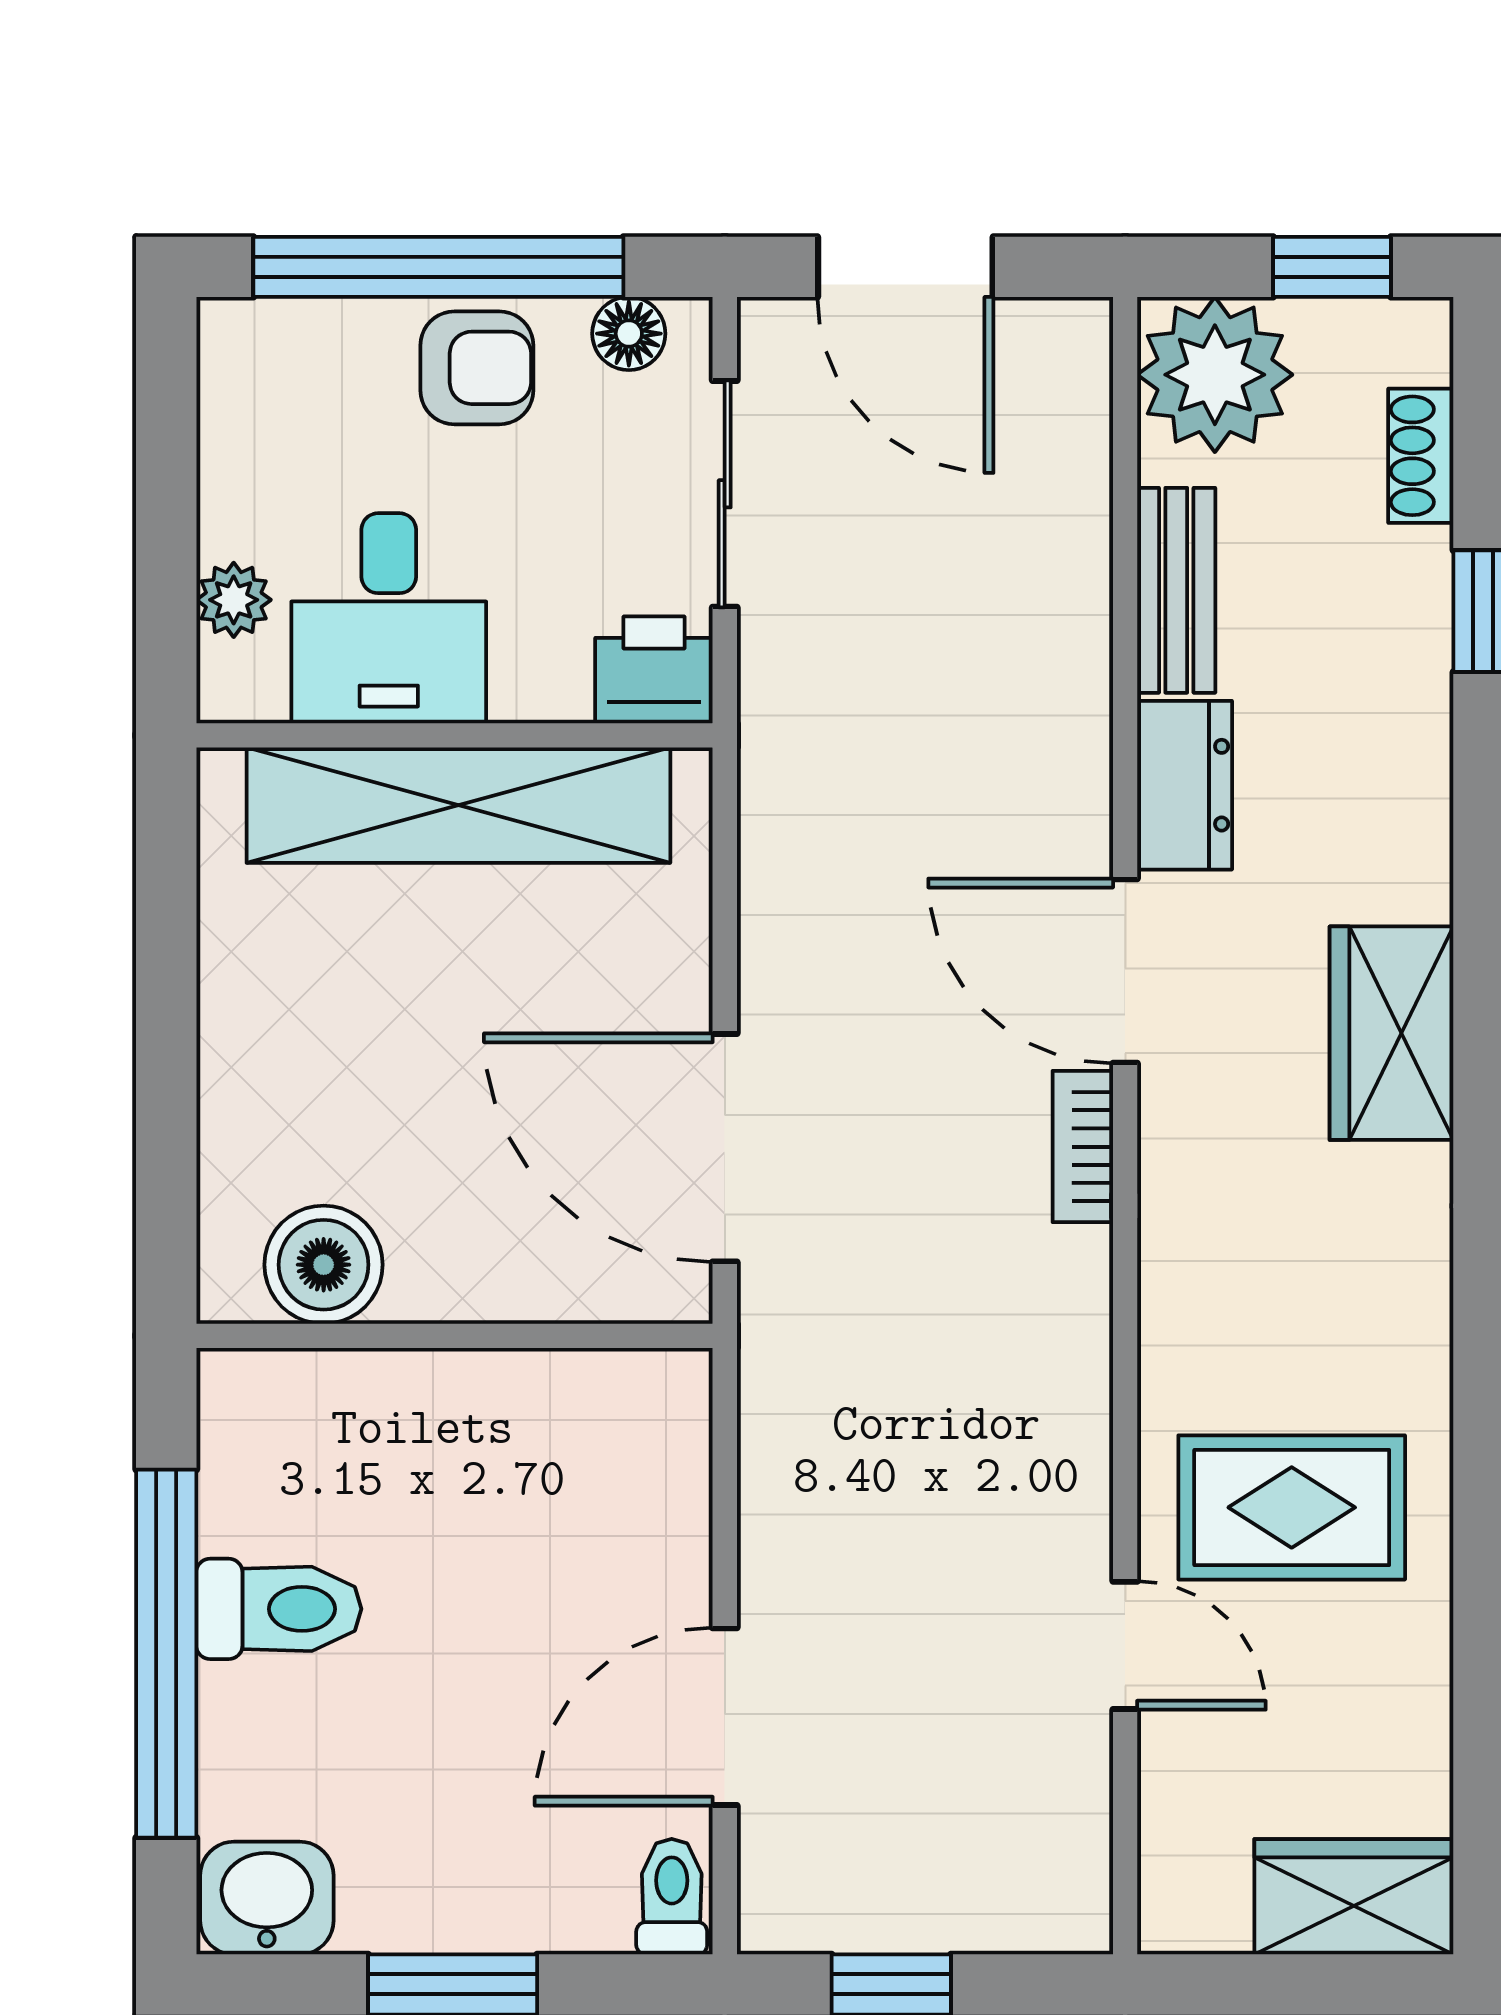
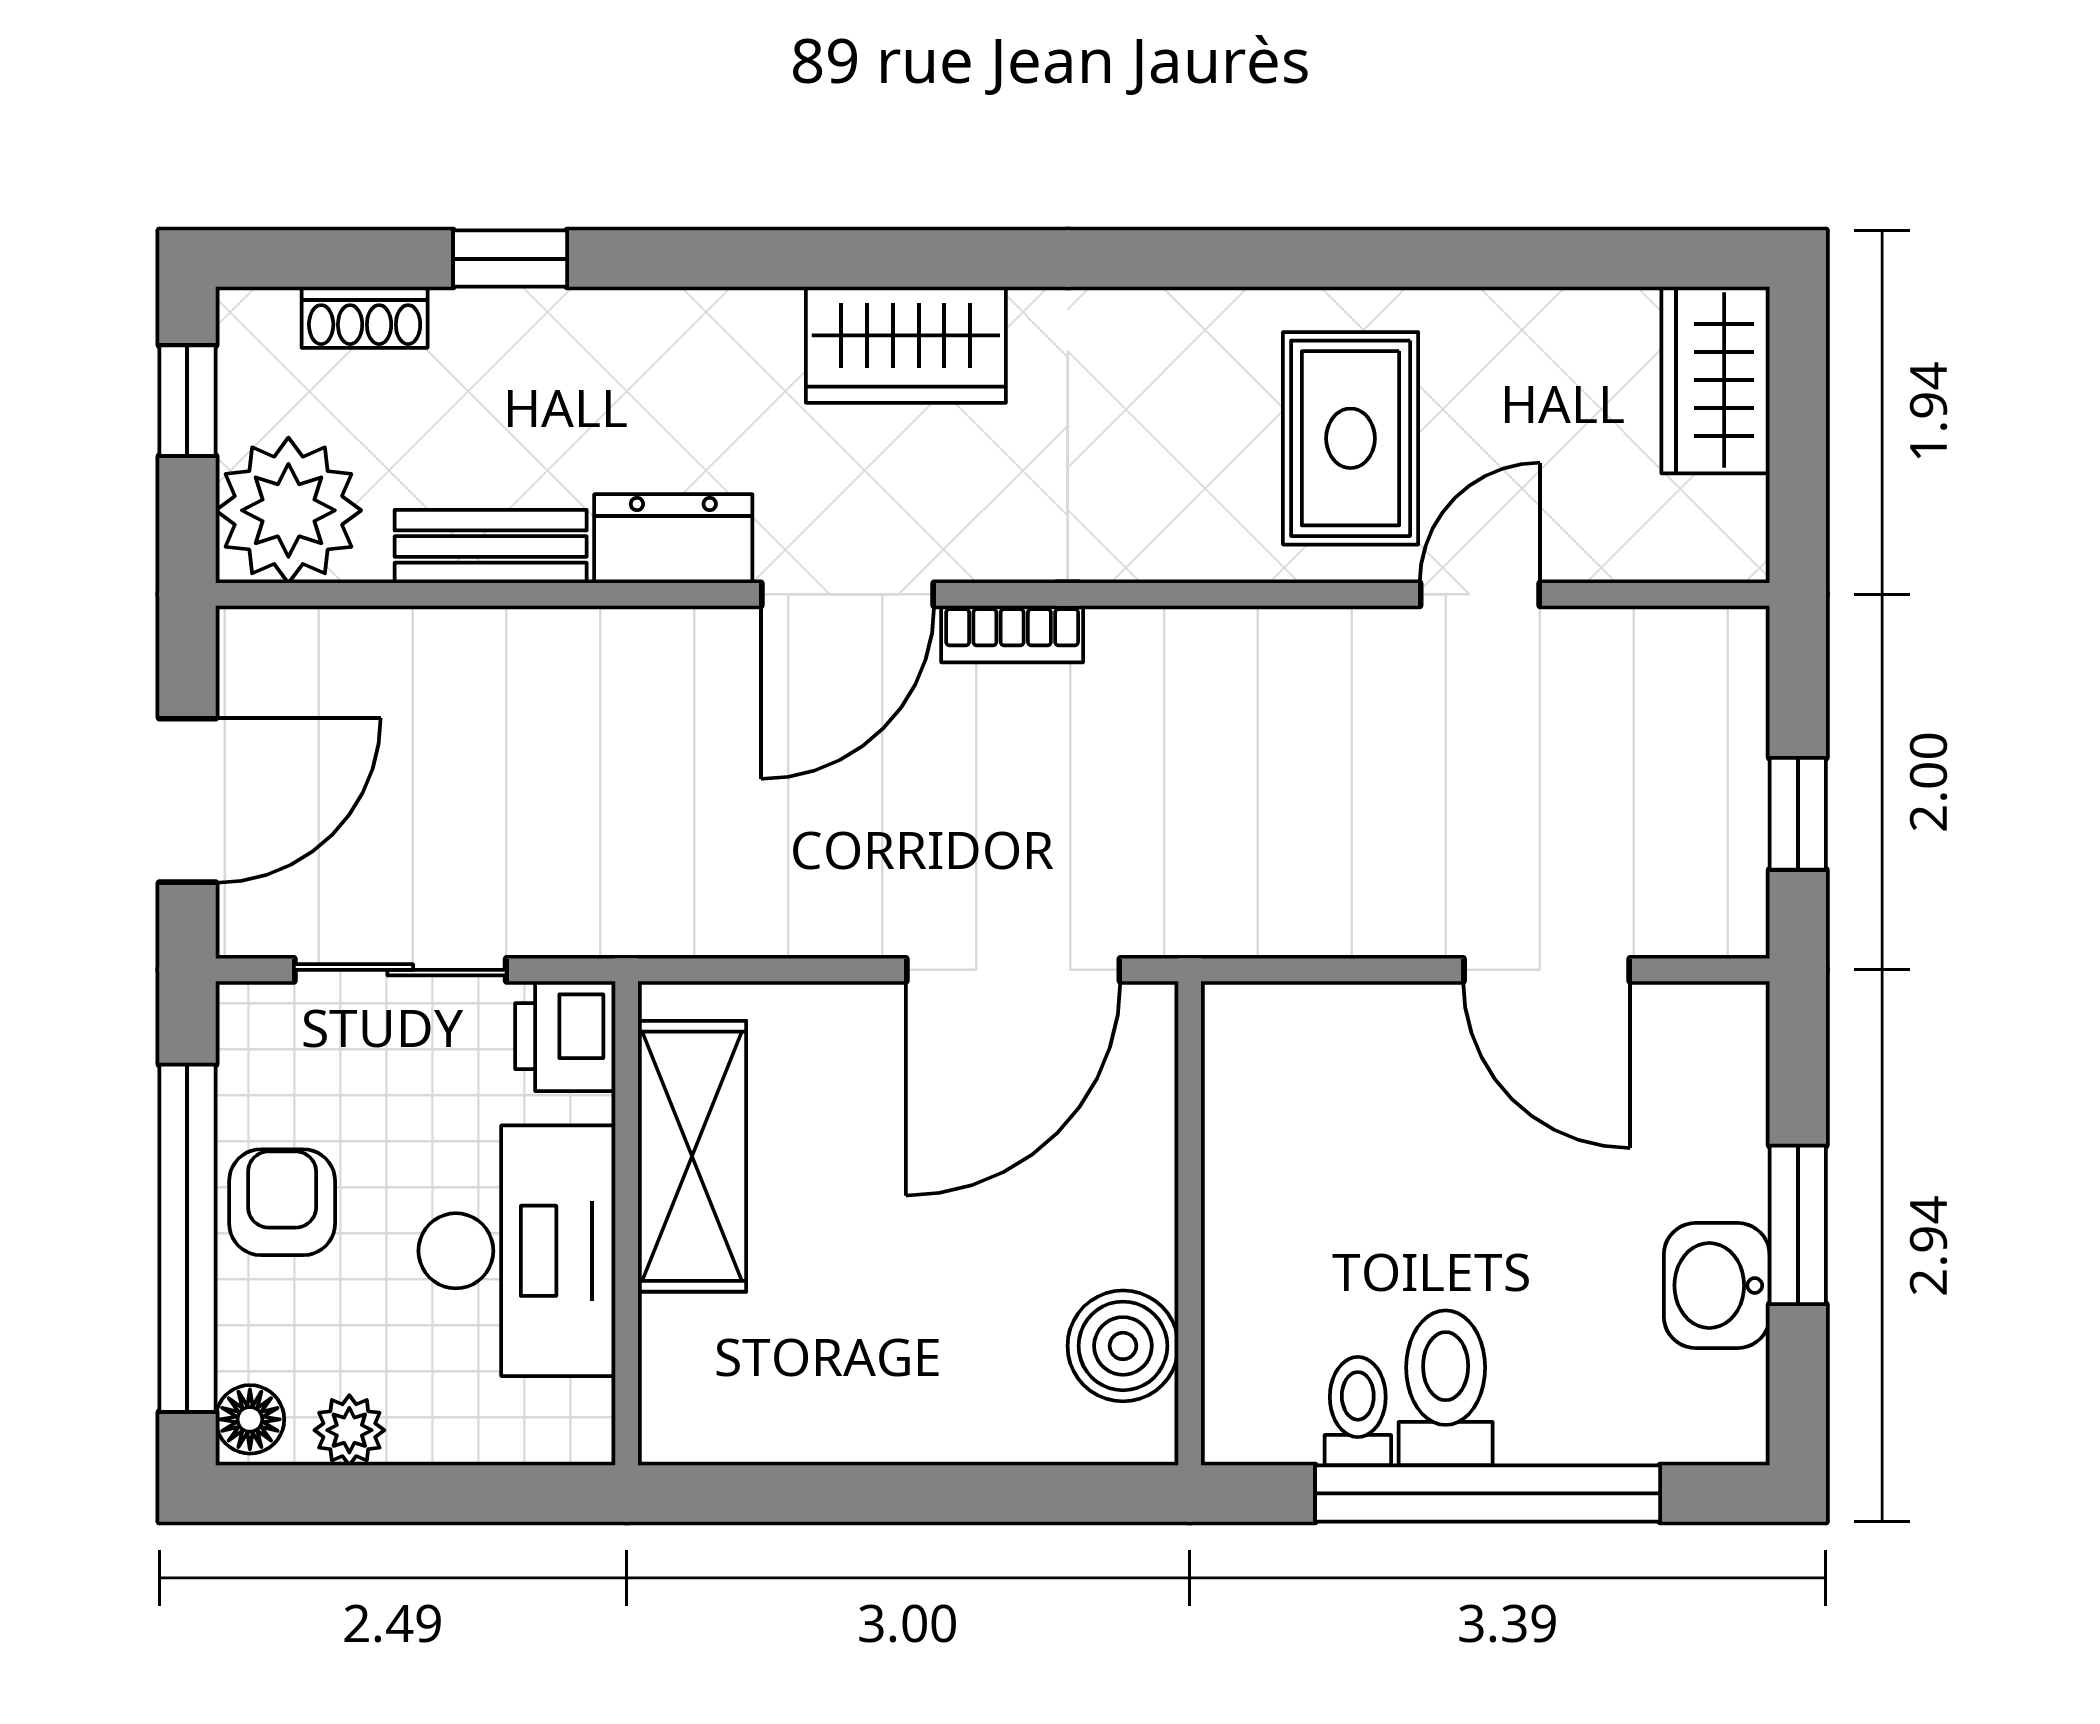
floor lamp: (629, 334) -> (250, 1419), moved
plant: (234, 600) -> (349, 1430), moved
desk: (389, 618) -> (517, 1251), width x1.37
shelving: (458, 805) -> (692, 1156), width x0.68
toilet: (672, 1897) -> (1358, 1411), moved, turned 90
washbasin: (267, 1898) -> (1717, 1285), moved

